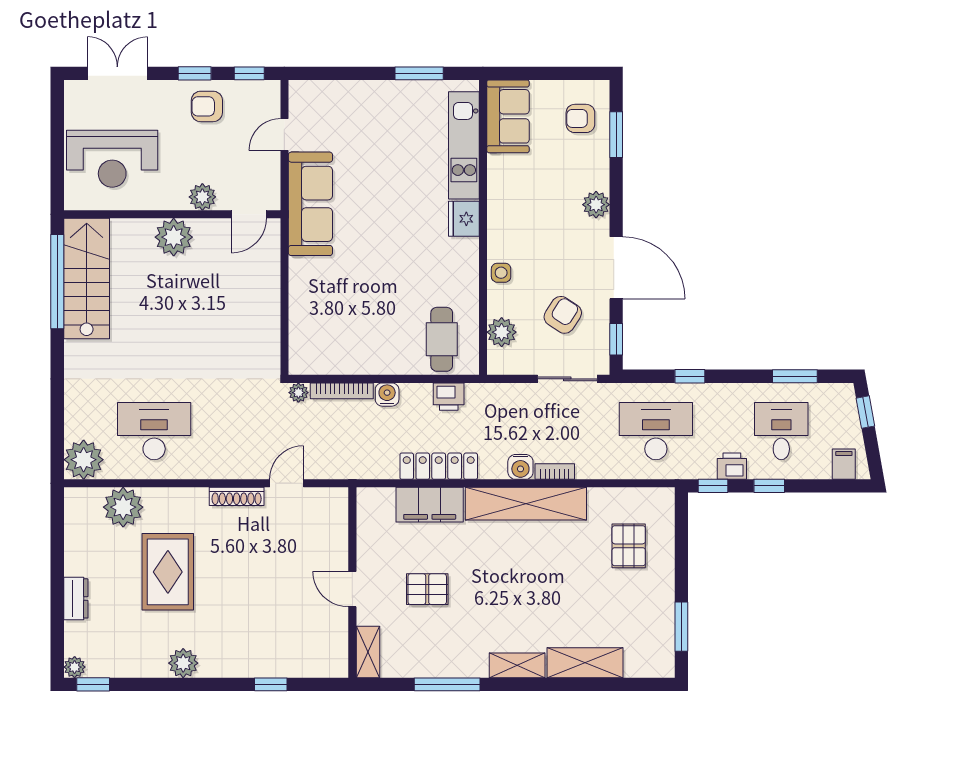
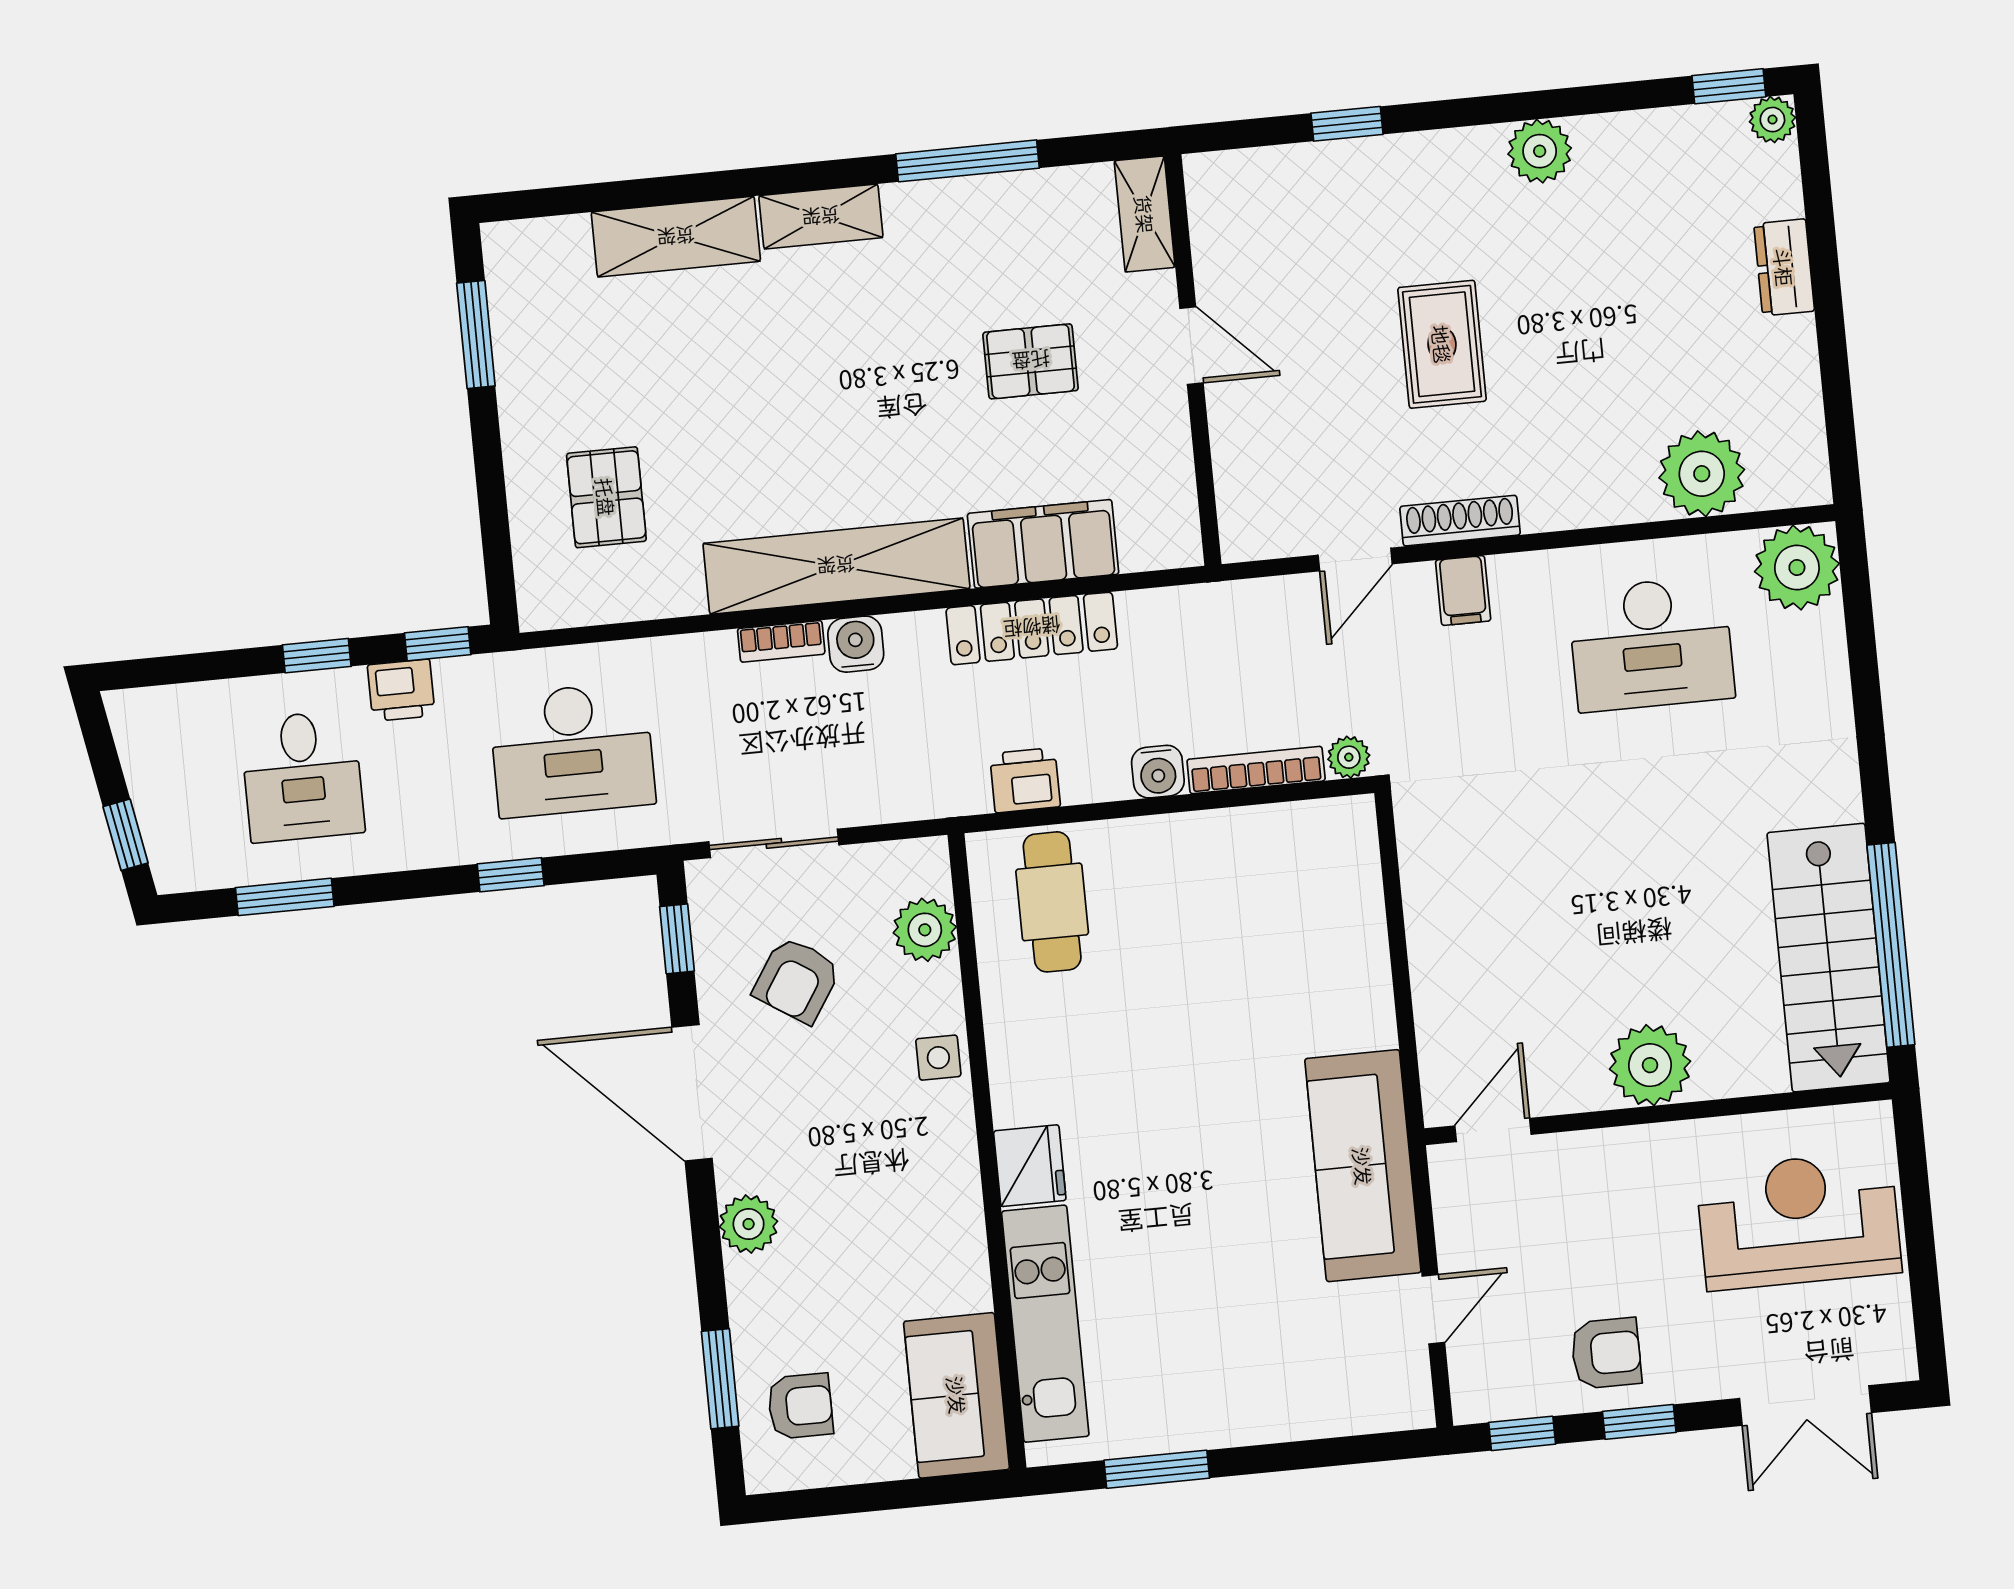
plant: (202, 197) -> (1597, 1158), removed
filing cabinet: (844, 464) -> (1463, 590), moved
rug: (168, 572) -> (1442, 344), moved, width x0.73, depth x0.70

